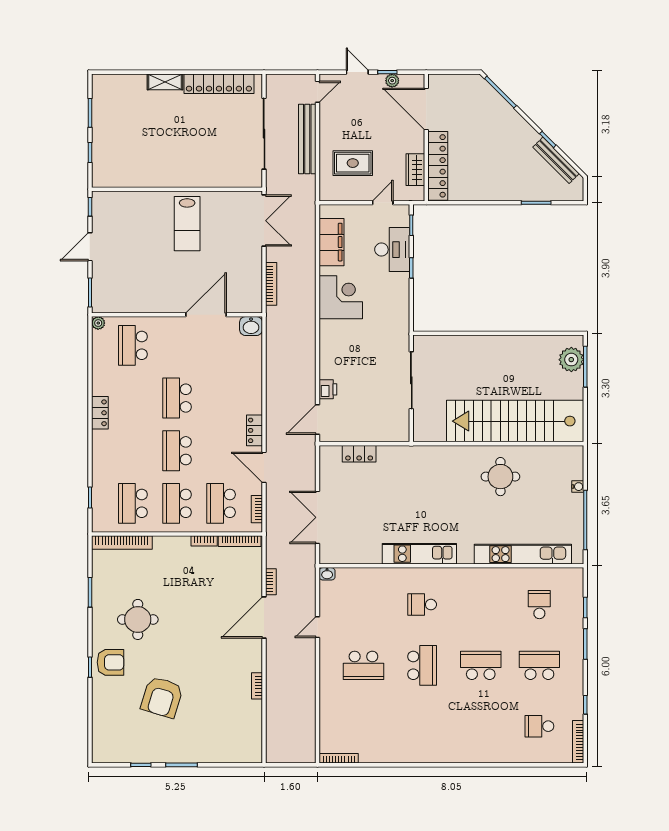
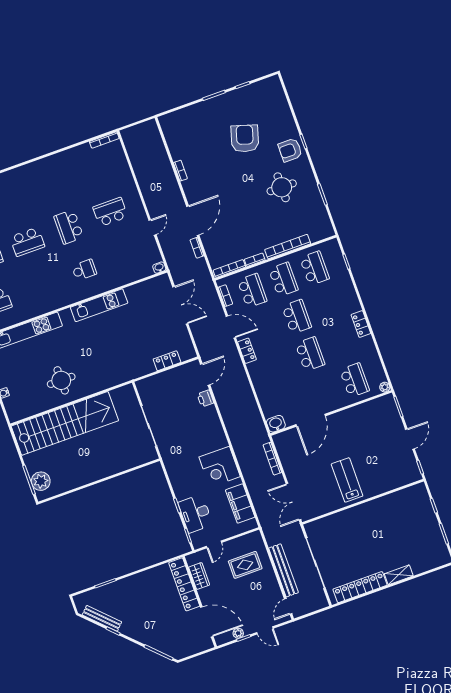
bookcase: (122, 543) -> (288, 247), moved

